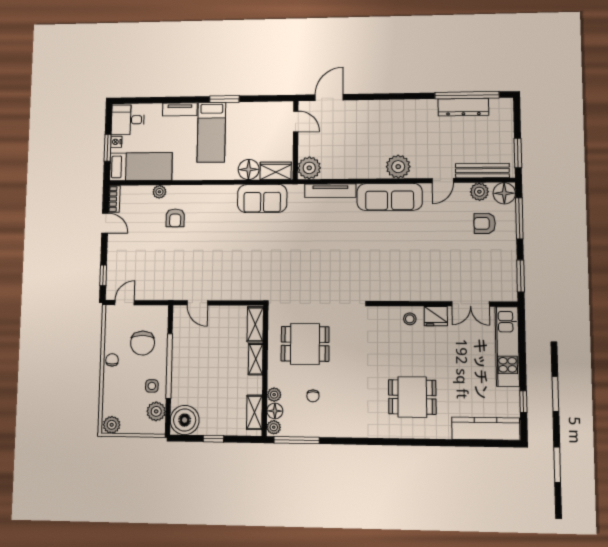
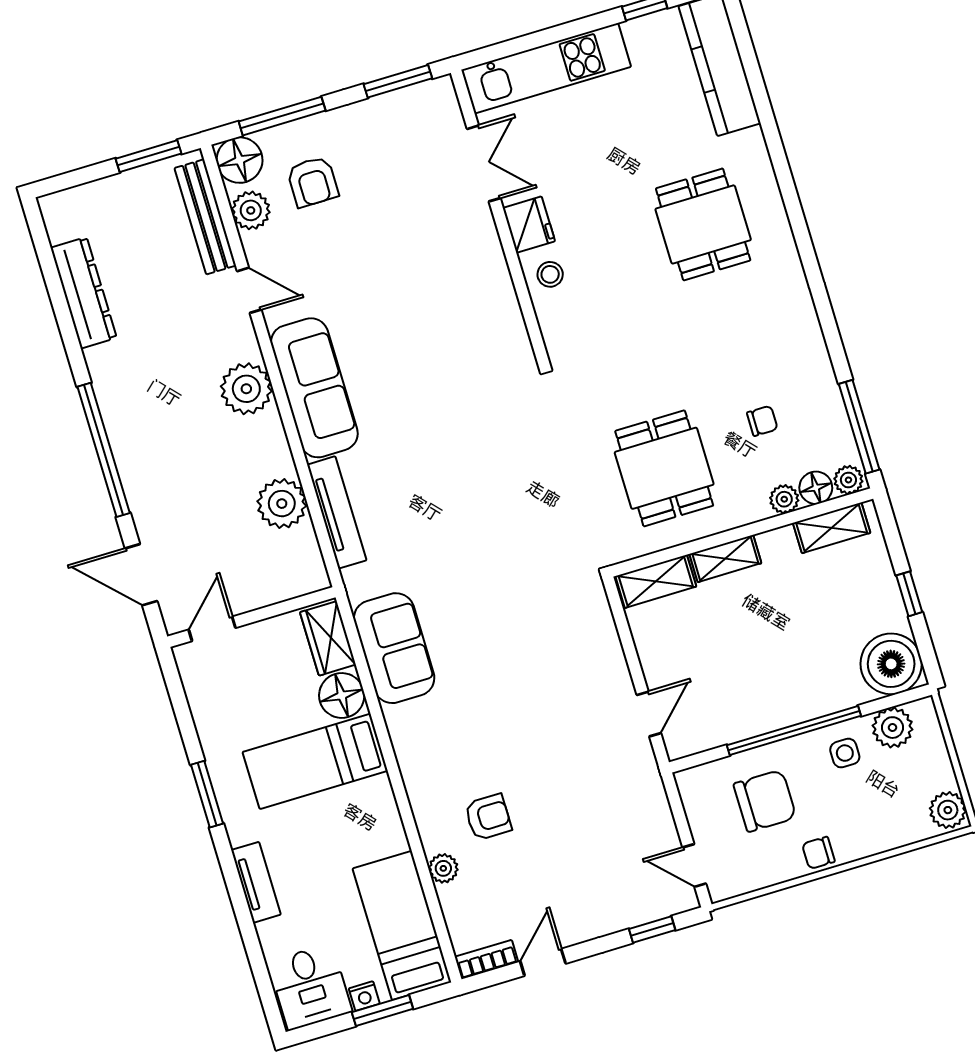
window: (467, 95) -> (104, 450), moved
bed: (211, 132) -> (315, 761), moved, turned 180
plant: (309, 168) -> (282, 504), moved

